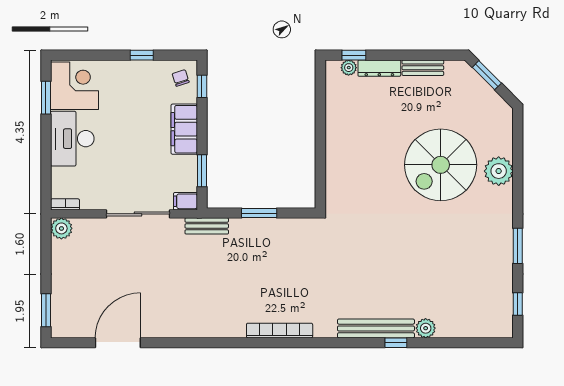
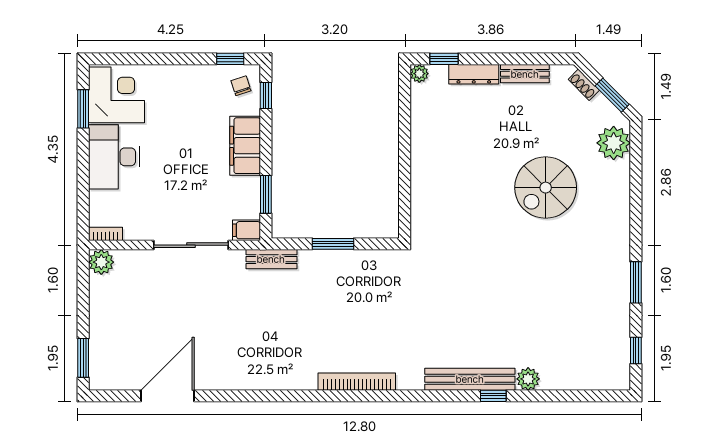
window: (142, 55) -> (230, 59), moved
plant: (349, 68) -> (419, 74), moved
window: (487, 75) -> (612, 95), moved
shoe rack: (473, 77) -> (584, 85), added
spiral stairs: (441, 165) -> (546, 188), width x0.73, depth x0.73
plant: (499, 171) -> (614, 143), moved

